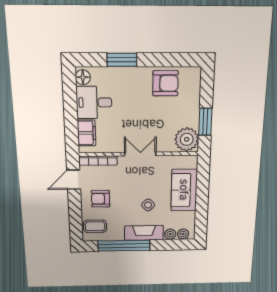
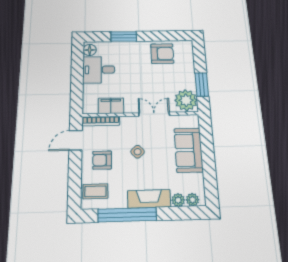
filing cabinet: (87, 133) -> (111, 106), moved, turned -90
double door: (140, 154) -> (154, 114), moved
side table: (148, 205) -> (138, 152), moved

